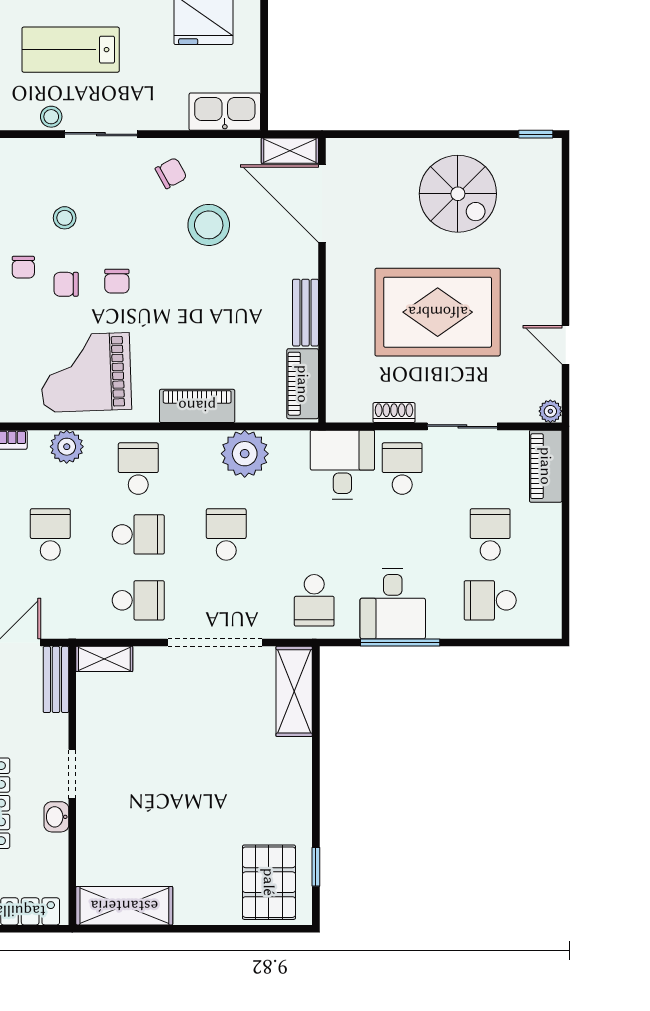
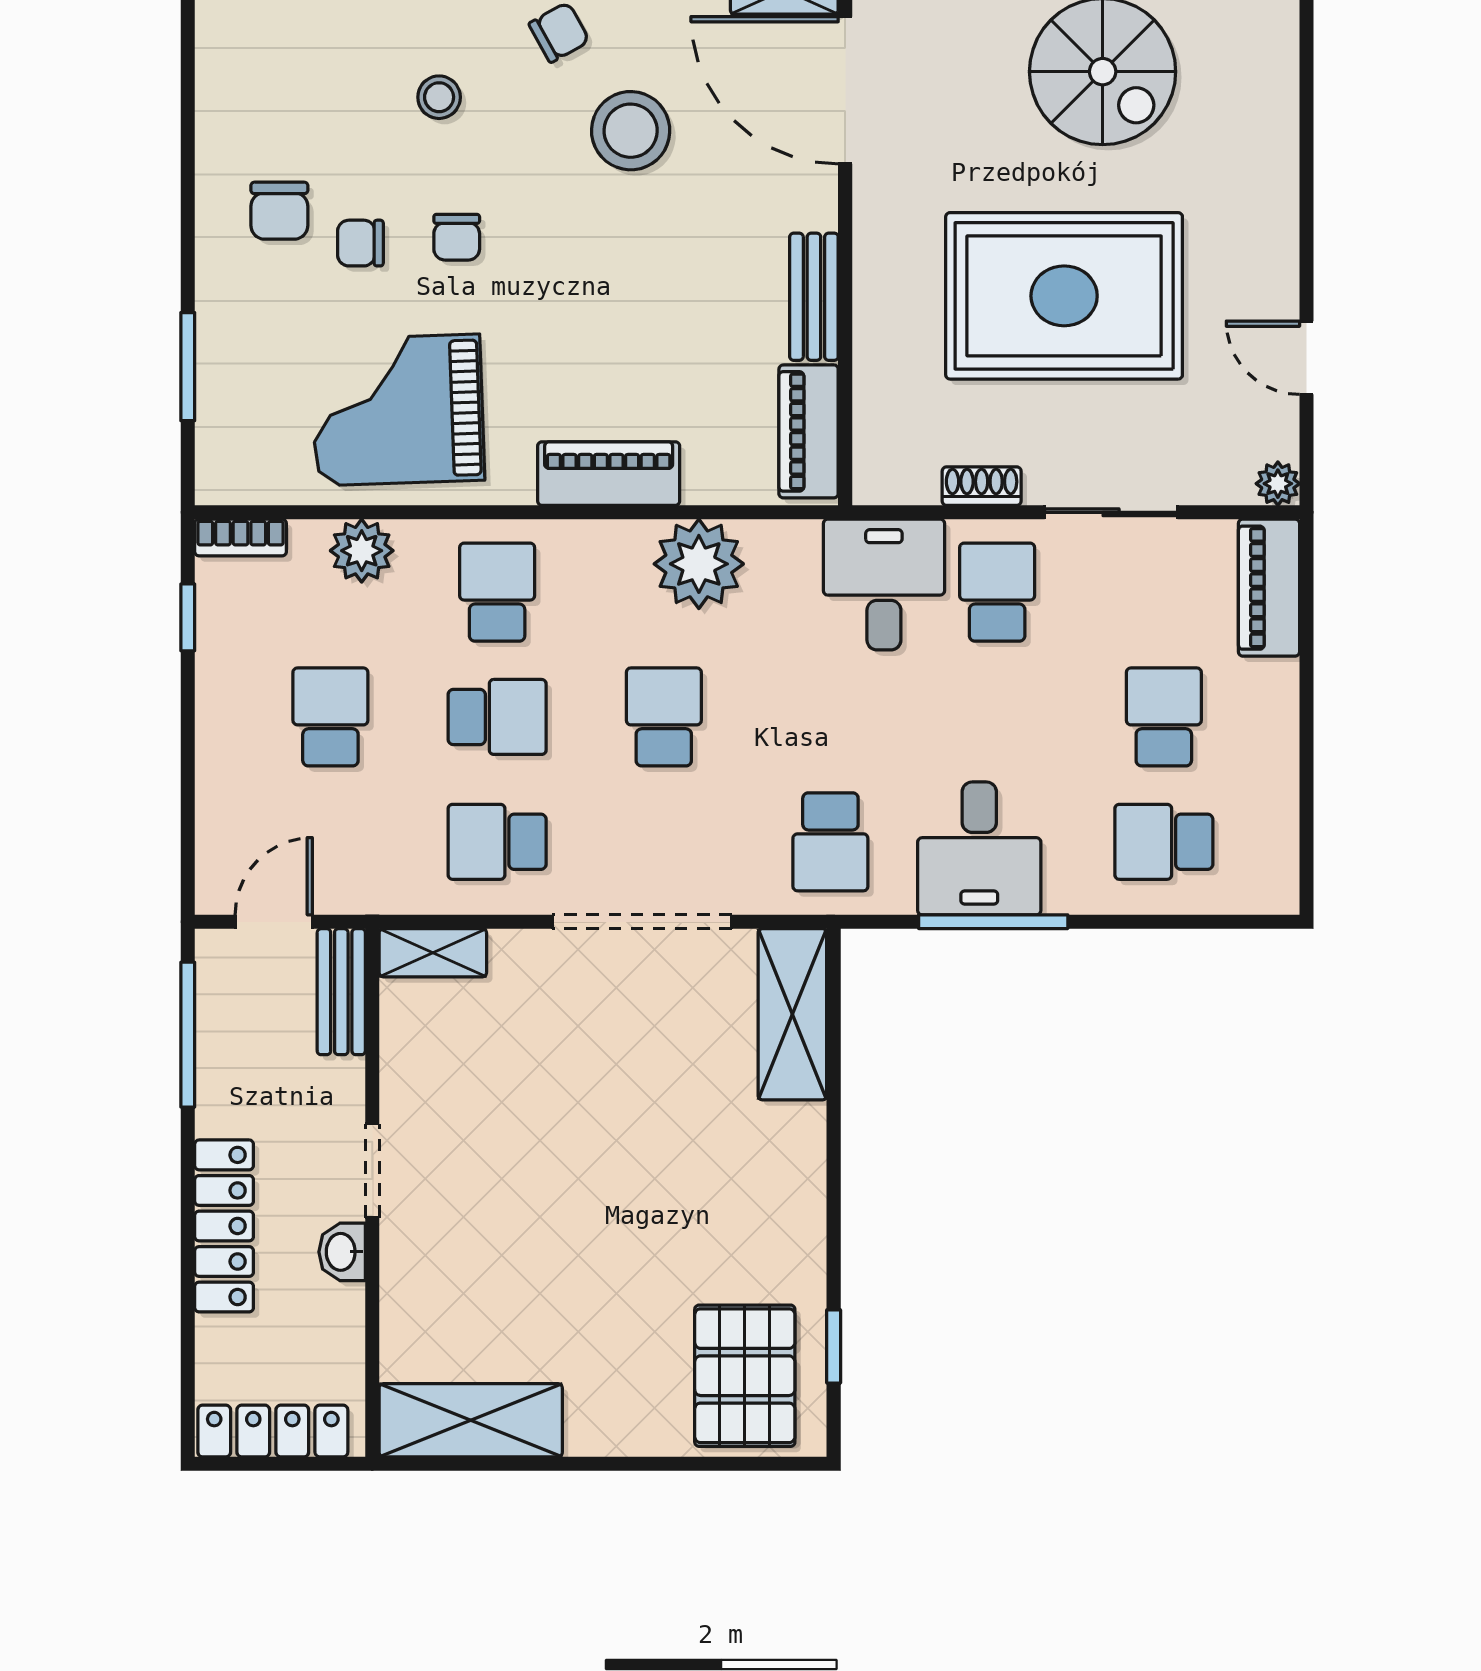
stool: (65, 218) -> (439, 97), moved
chair: (23, 267) -> (279, 211), width x1.37, depth x1.37
school desk: (138, 600) -> (497, 842), turned 180

